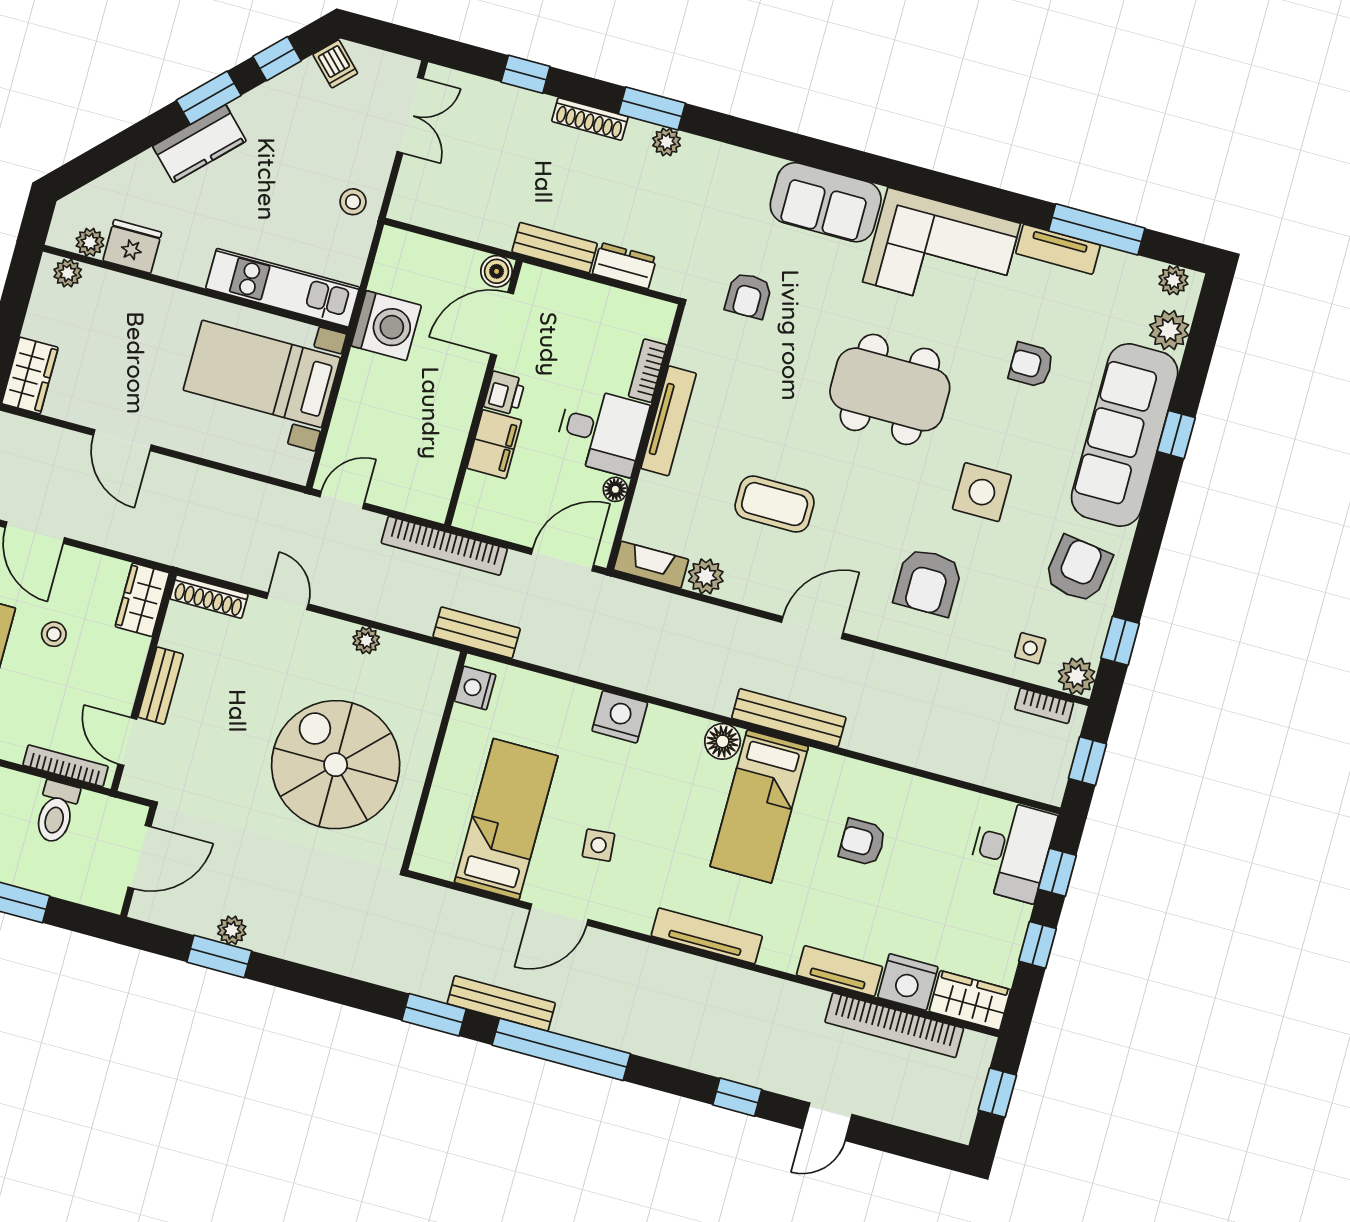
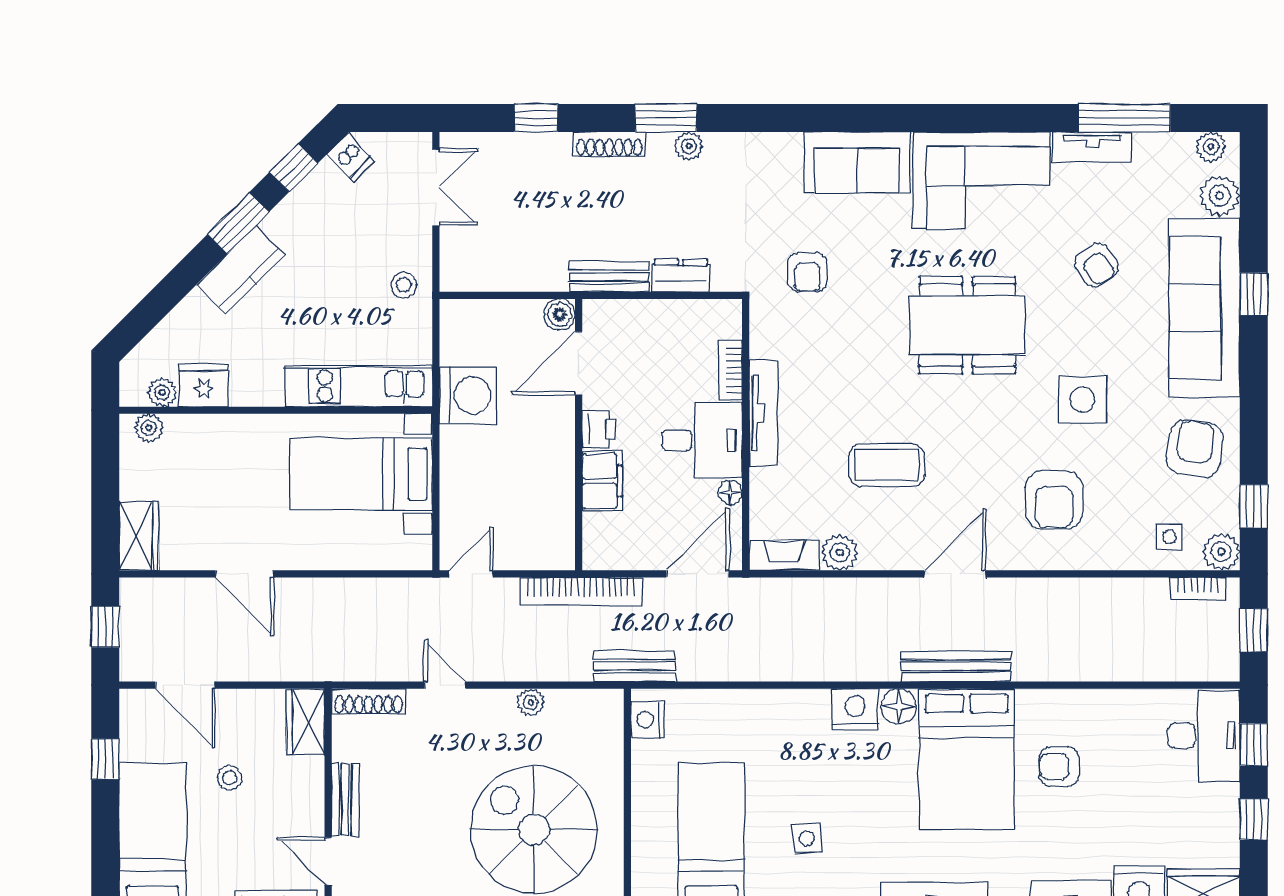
armchair: (1031, 365) -> (1096, 265), turned -125
nightstand: (620, 717) -> (855, 710), moved
bed: (759, 806) -> (967, 759), width x1.50

